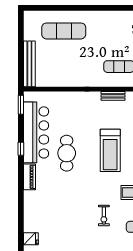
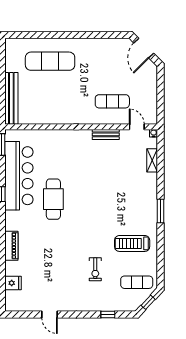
treadmill: (110, 150) -> (102, 196), removed
piano: (30, 177) -> (11, 246), moved
fridge: (31, 239) -> (13, 283), moved

